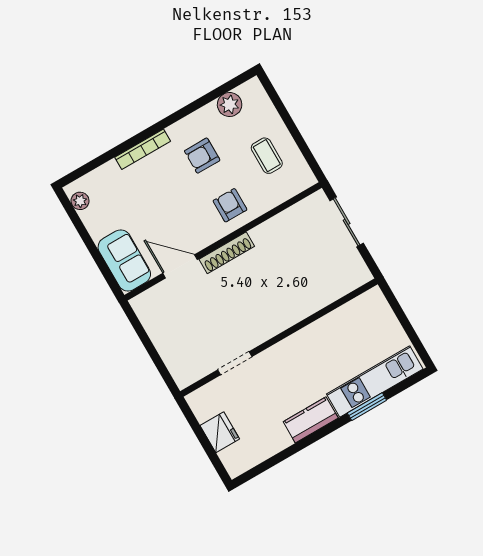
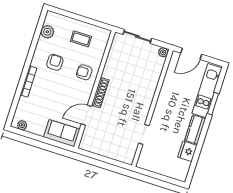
armchair: (202, 156) -> (55, 62), turned 180
plant: (362, 275) -> (163, 52), added
door: (399, 312) -> (191, 54), added
fridge: (220, 432) -> (187, 151), moved, turned -90

